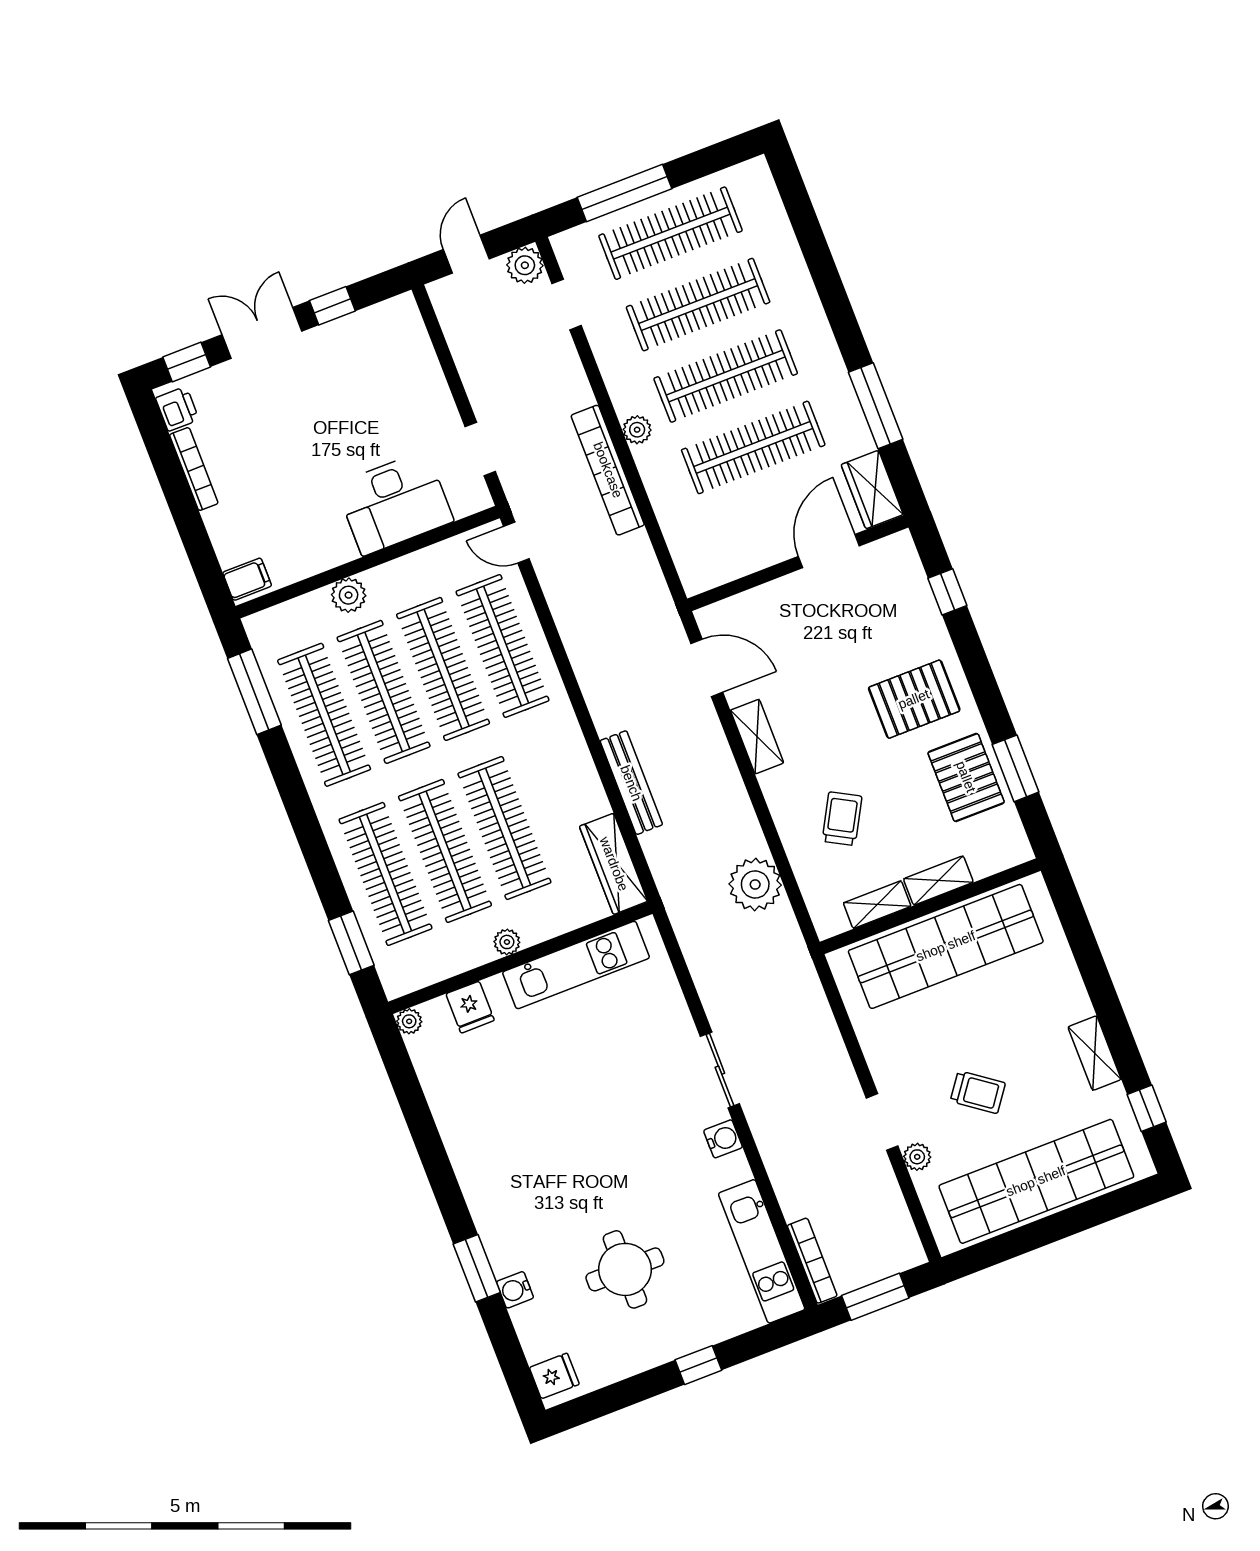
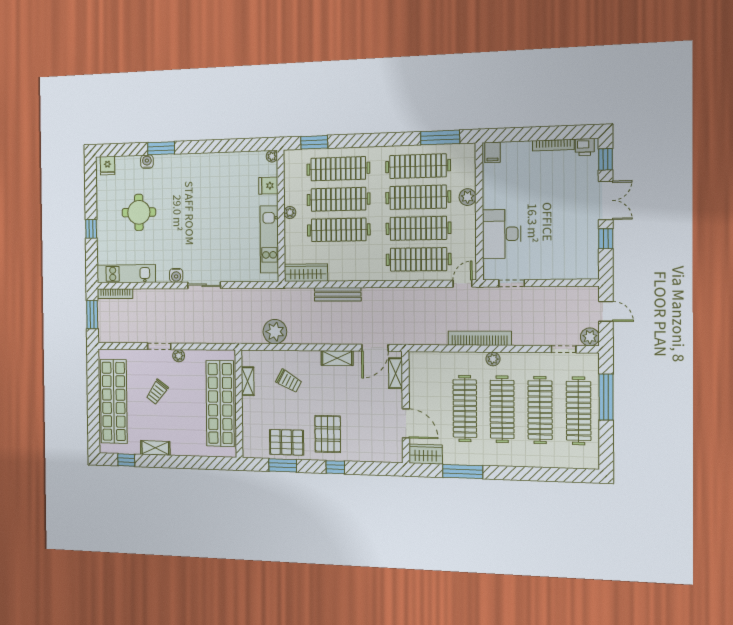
window: (947, 592) -> (335, 467), moved
shelving: (938, 881) -> (396, 373), moved
plant: (917, 1157) -> (179, 356), moved

